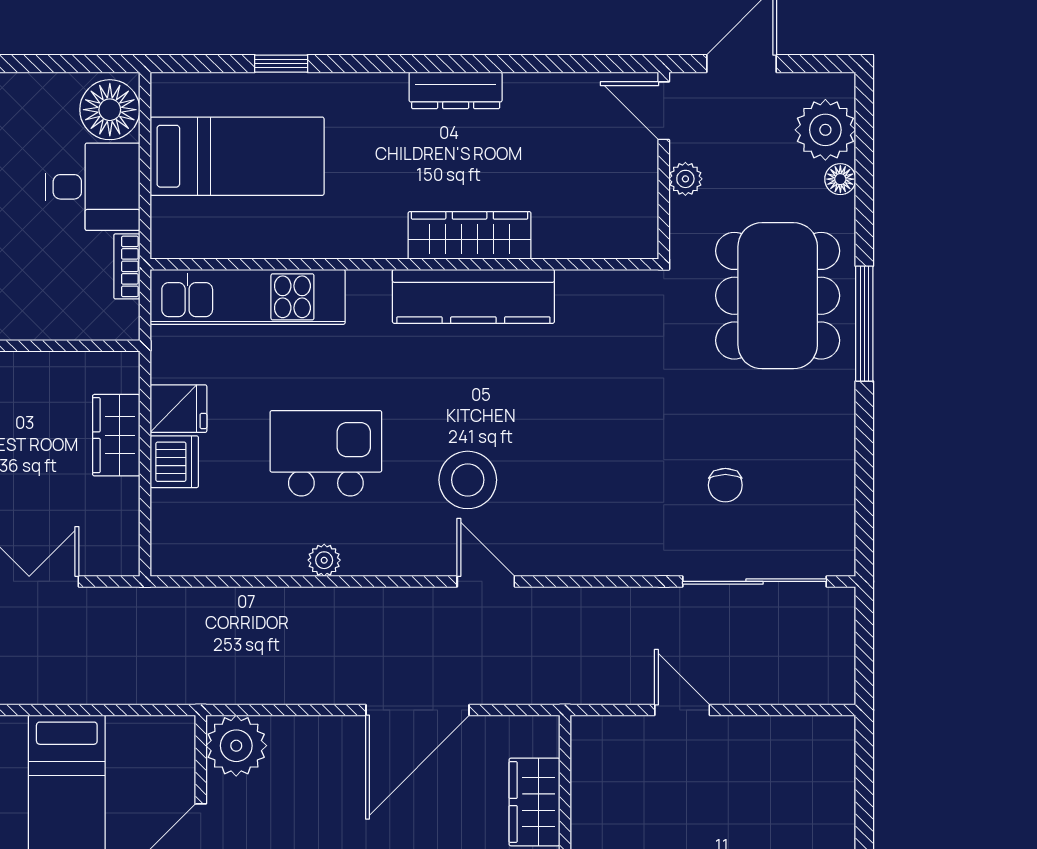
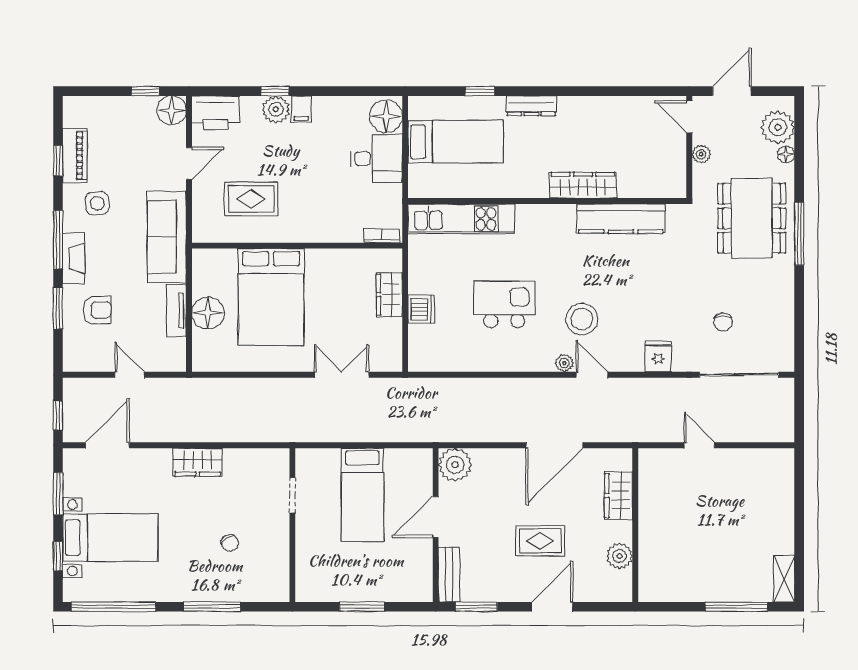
dresser: (456, 90) -> (531, 106), moved
bookcase: (127, 266) -> (382, 236), moved, turned 90
kitchen counter: (473, 296) -> (621, 219), moved
fridge: (178, 409) -> (658, 356), moved, turned -90
plant: (324, 560) -> (564, 363), moved

